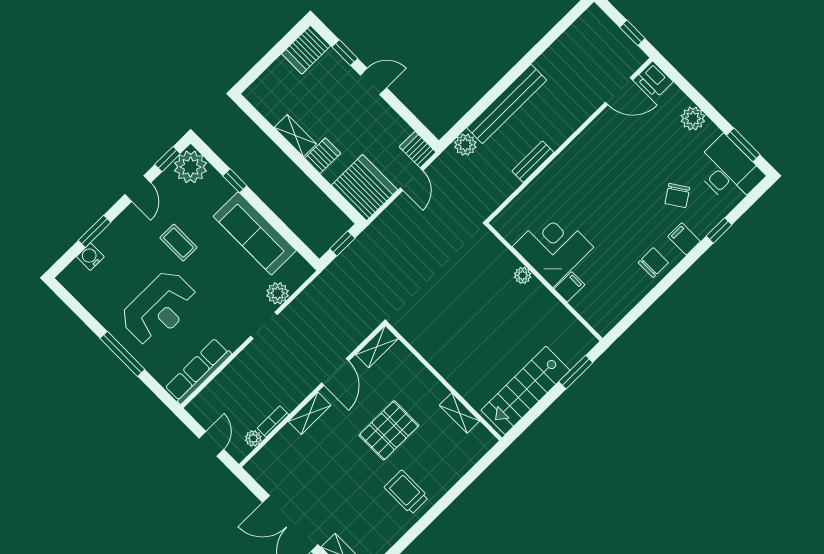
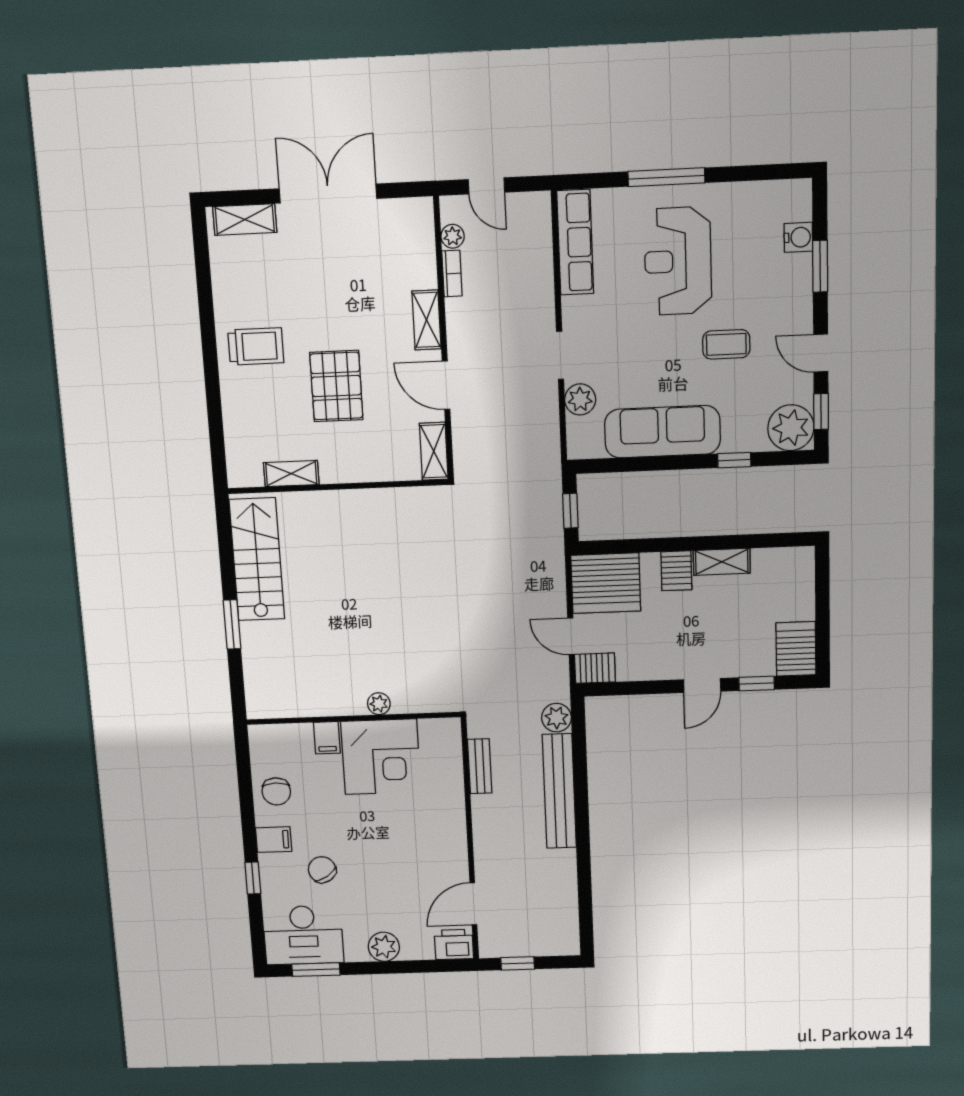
corner desk: (553, 247) -> (381, 757), moved
plant: (523, 275) -> (379, 704), moved
wall: (544, 282) -> (353, 718), moved
filing cabinet: (569, 287) -> (327, 738), moved

